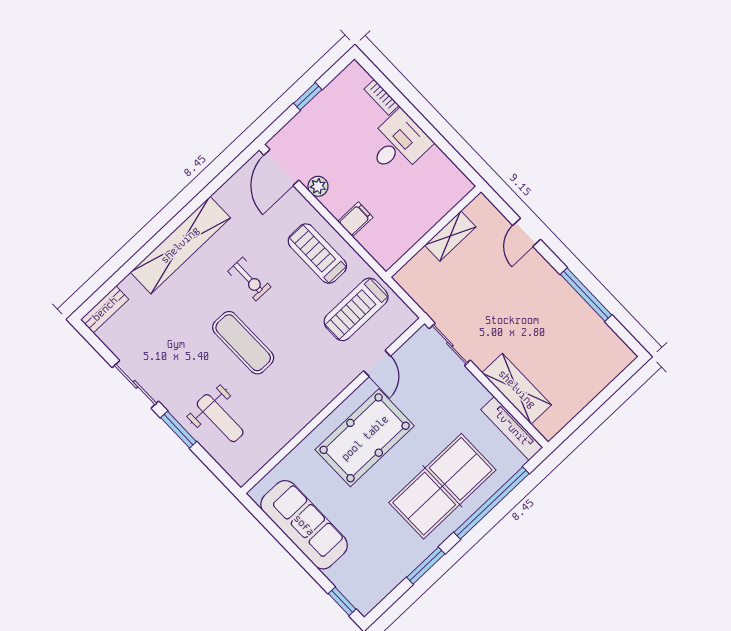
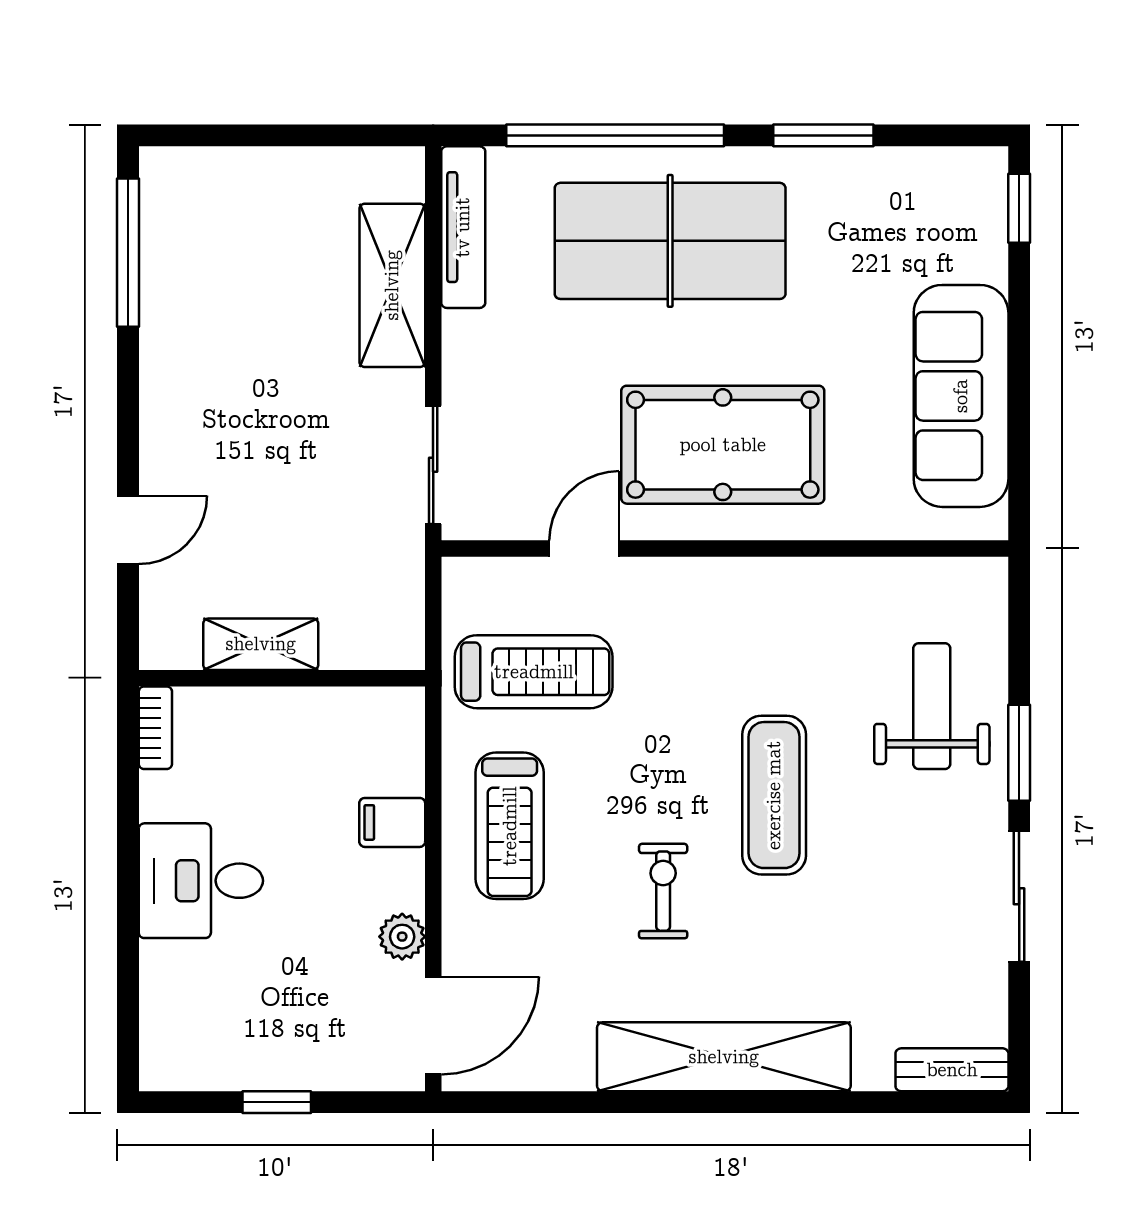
bookcase: (382, 97) -> (155, 728), moved
window: (586, 295) -> (128, 253), moved

